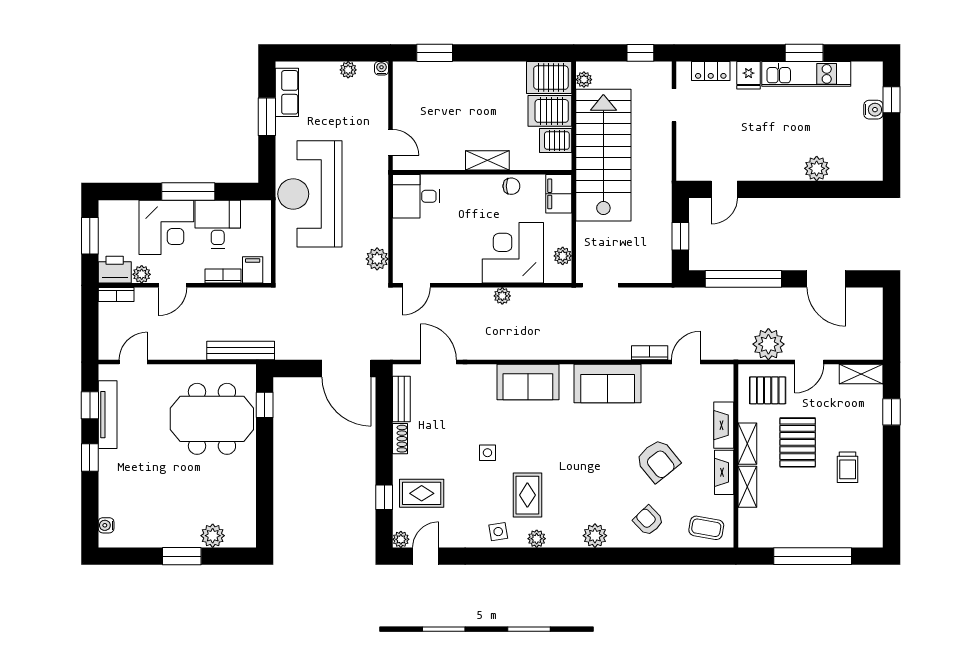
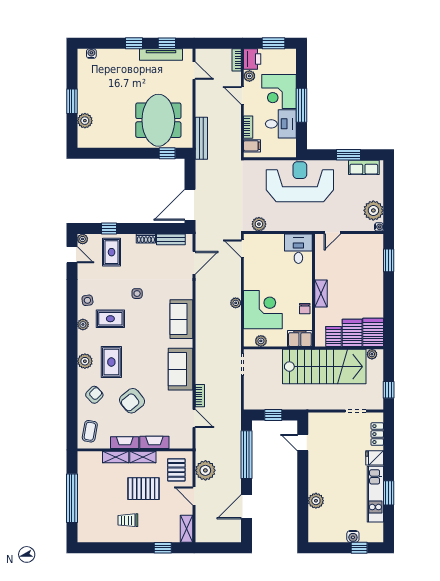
plant: (348, 70) -> (373, 210), width x1.88, depth x1.88
rug: (596, 494) -> (111, 362), added

